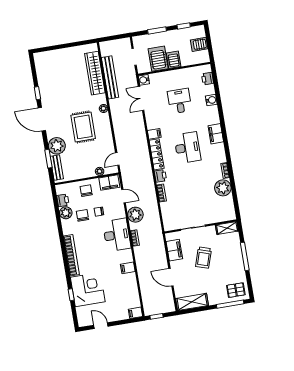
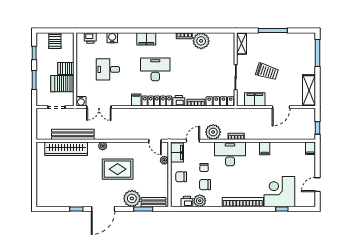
locker: (167, 216) -> (220, 101), added
pallet: (236, 290) -> (304, 45), removed

